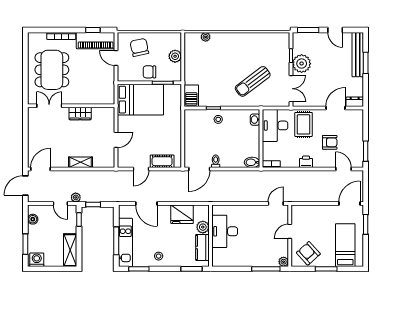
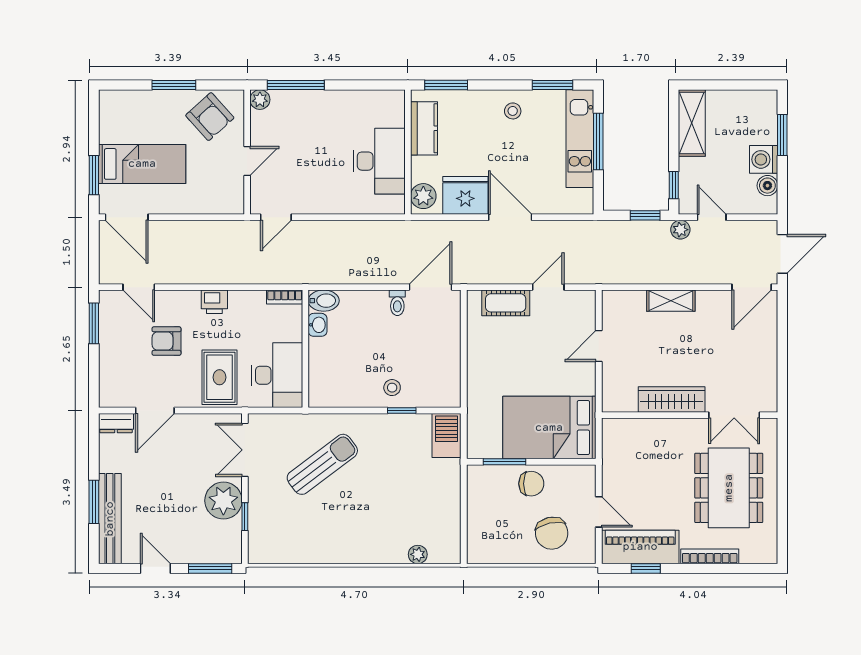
plant: (175, 56) -> (479, 515), removed
wardrobe: (80, 113) -> (672, 400), width x1.50
washbasin: (255, 120) -> (318, 325), moved
door: (146, 204) -> (510, 217), moved
door: (349, 204) -> (127, 217), hinge flipped
plant: (203, 227) -> (423, 196), moved
bed: (345, 245) -> (142, 164), moved, turned -90
washing machine: (37, 260) -> (764, 159), moved, turned 90

